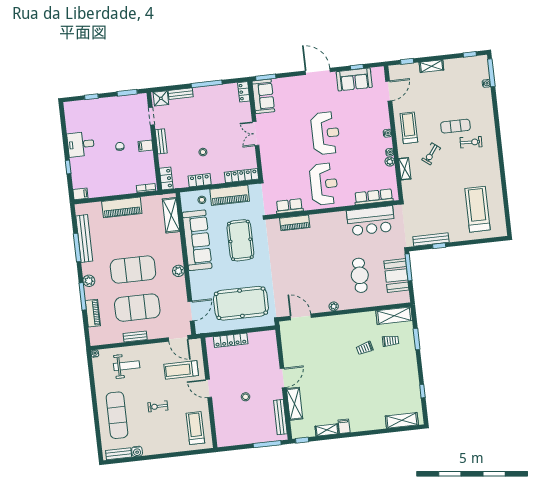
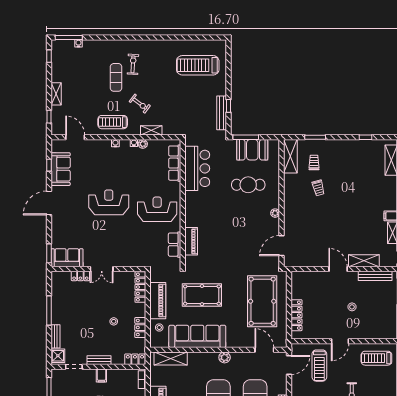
locker: (244, 92) -> (80, 276), moved

